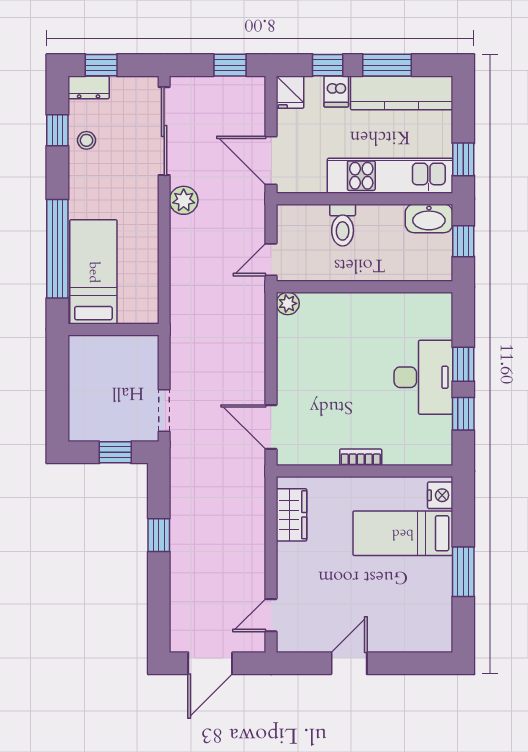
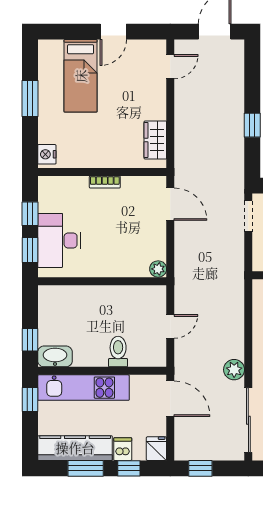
wall: (364, 287) -> (102, 281), moved
plant: (288, 303) -> (158, 269), moved
bed: (403, 533) -> (81, 76), moved, turned 90

